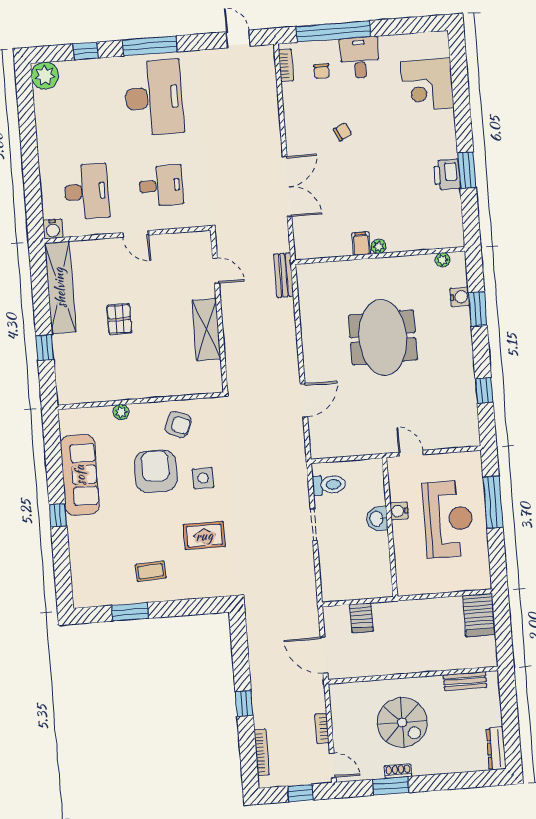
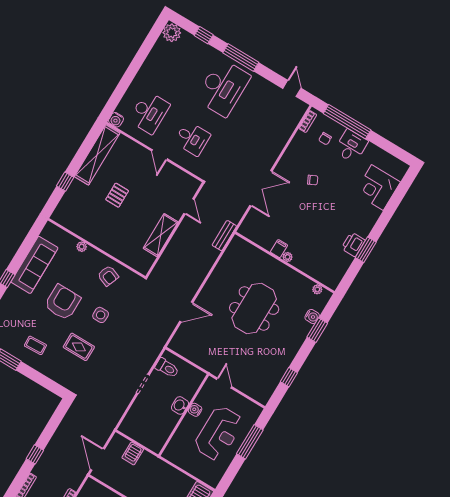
armchair: (156, 471) -> (63, 302), moved

